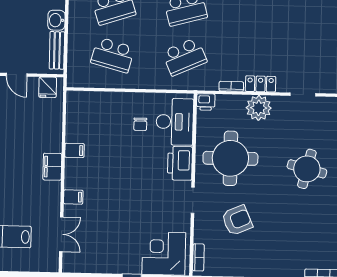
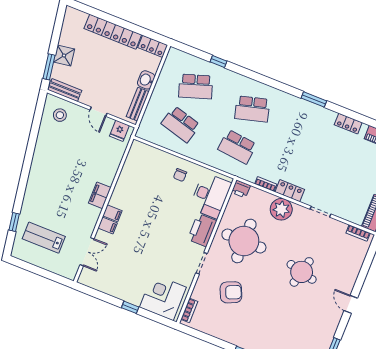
school desk: (184, 57) -> (237, 147), turned 30
chair: (140, 124) -> (180, 175), moved
filing cabinet: (74, 150) -> (112, 213), moved

